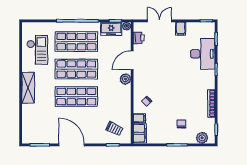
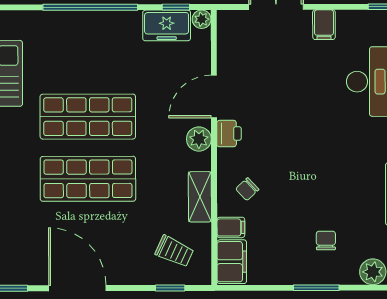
printer: (139, 38) -> (229, 134), moved
shop shelf: (76, 42) -> (88, 54), removed
shelving: (126, 105) -> (200, 197), added

